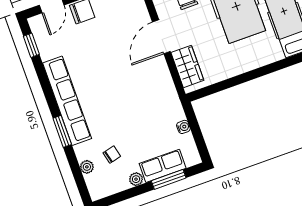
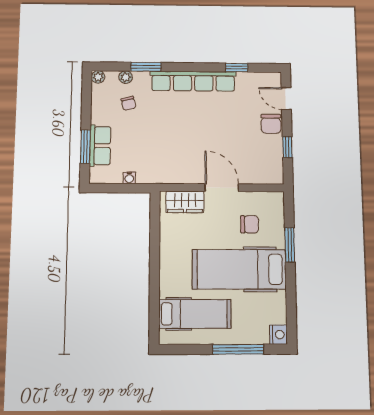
window: (31, 45) -> (237, 68), moved
window: (62, 131) -> (146, 67), moved
plant: (136, 179) -> (98, 77), moved

